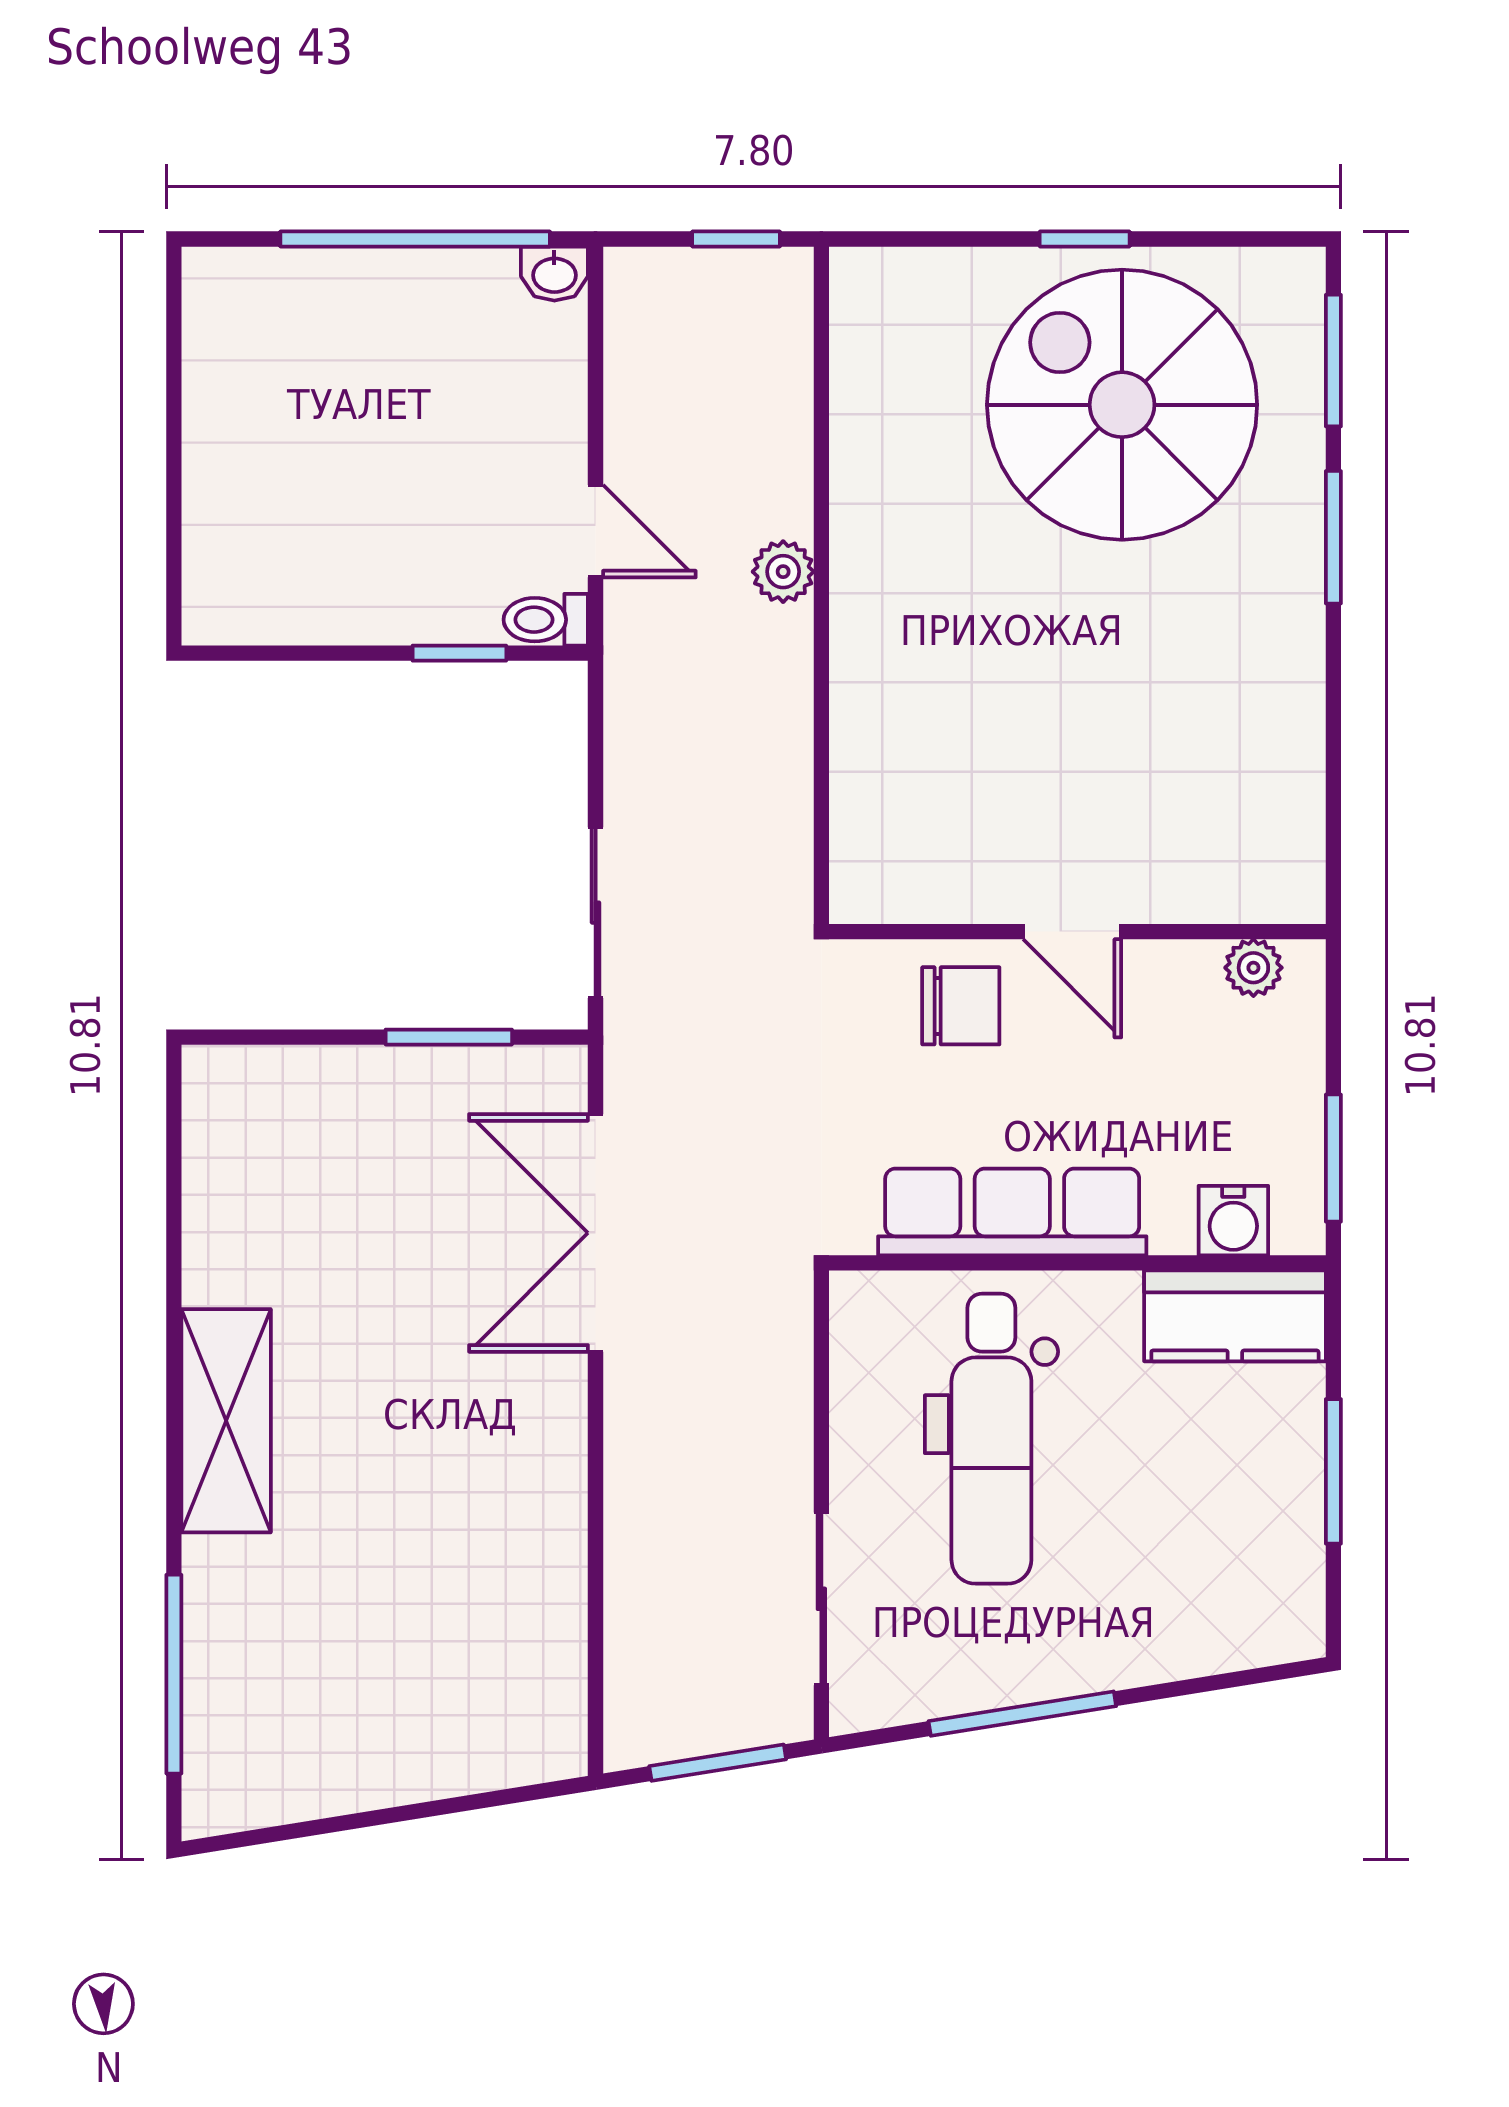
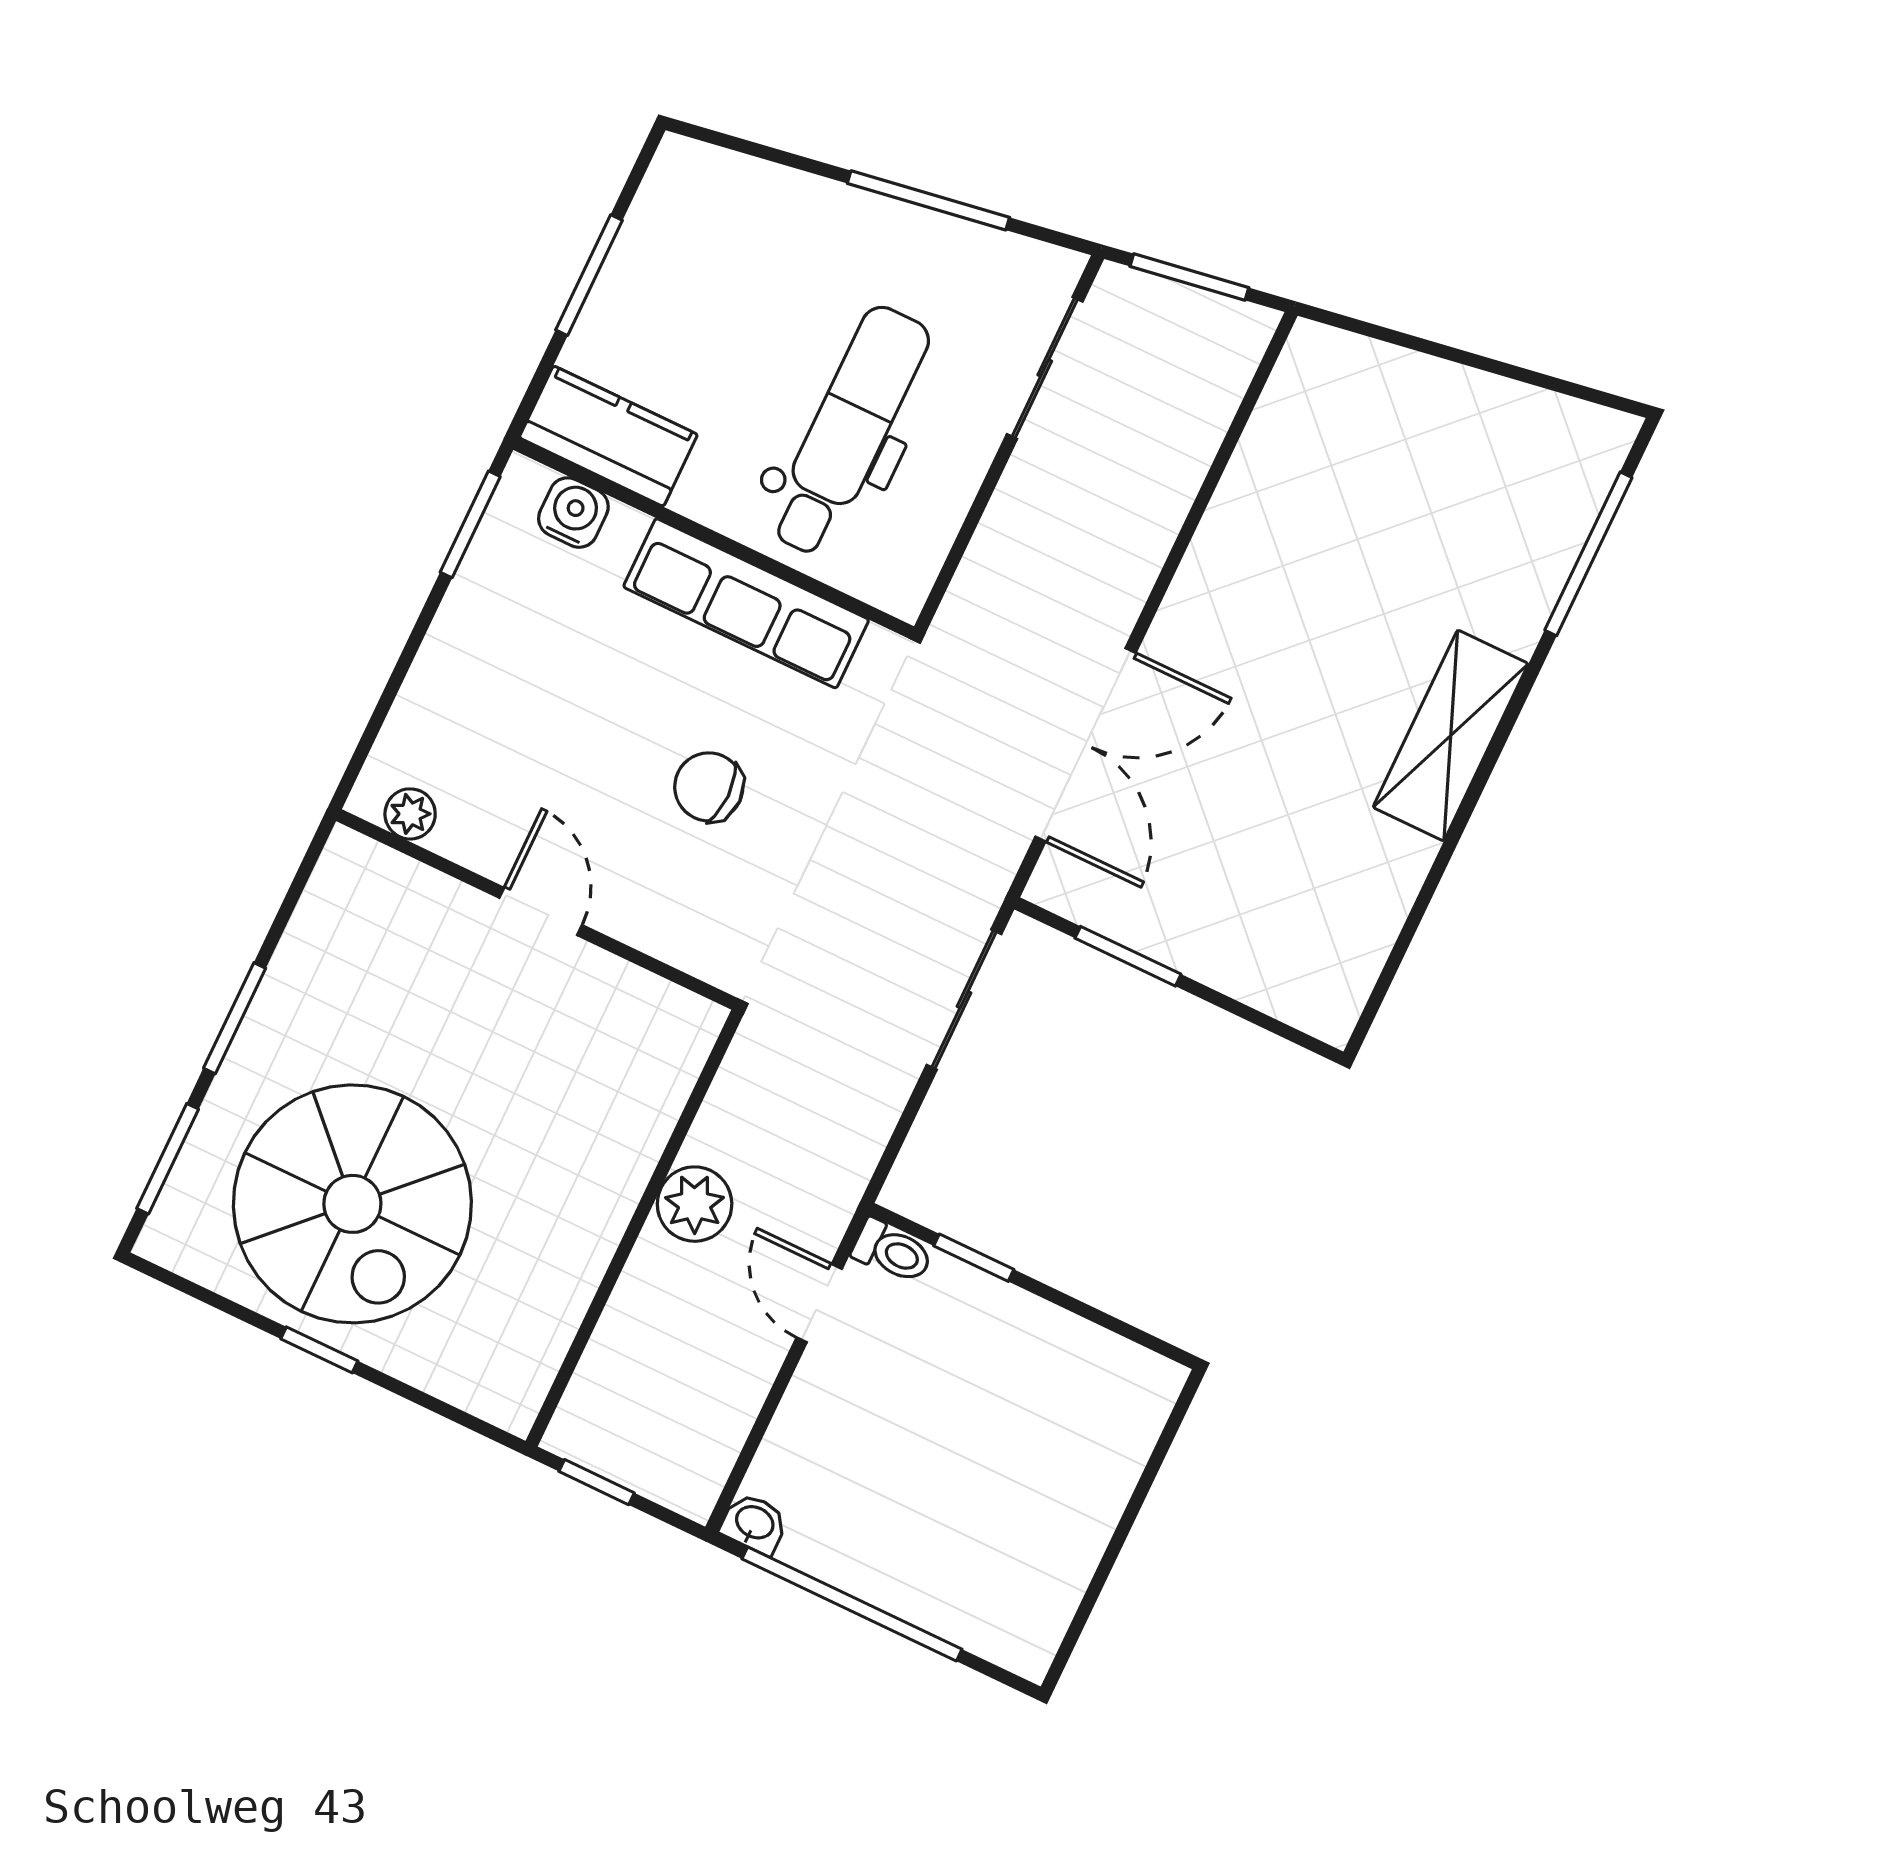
plant: (783, 572) -> (695, 1204), width x1.38, depth x1.38
door: (1072, 932) -> (541, 911), moved
wall: (1077, 932) -> (536, 909), moved
plant: (1253, 968) -> (410, 814), moved

